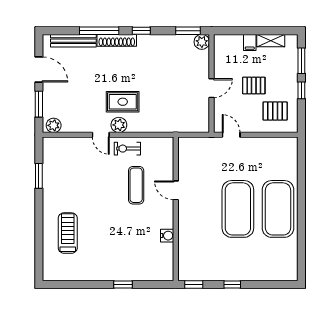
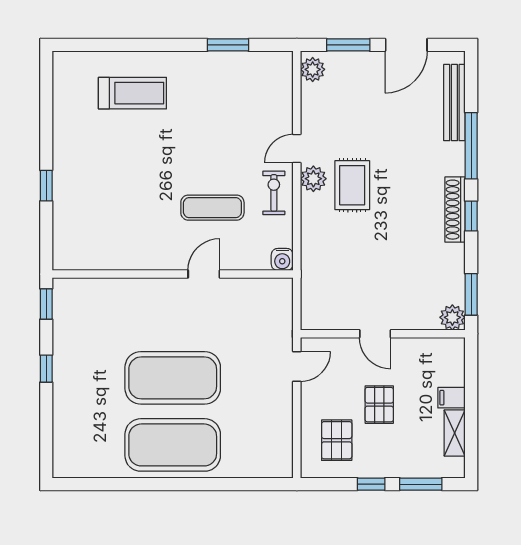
shoe rack: (117, 40) -> (455, 210), moved
water cooler: (167, 236) -> (282, 259), moved

